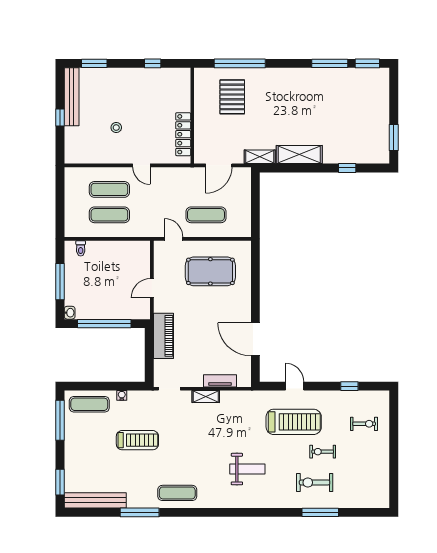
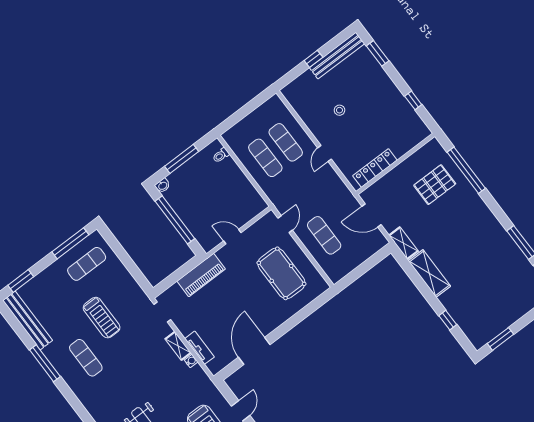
water cooler: (122, 395) -> (191, 361), moved
exercise mat: (89, 404) -> (87, 264), moved, turned 90
exercise mat: (177, 493) -> (86, 358), moved

